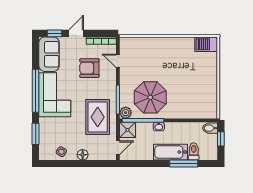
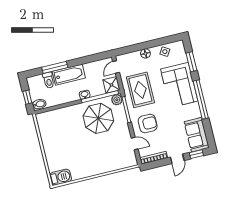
armchair: (89, 68) -> (148, 123), moved
corner sofa: (55, 95) -> (179, 85), moved

